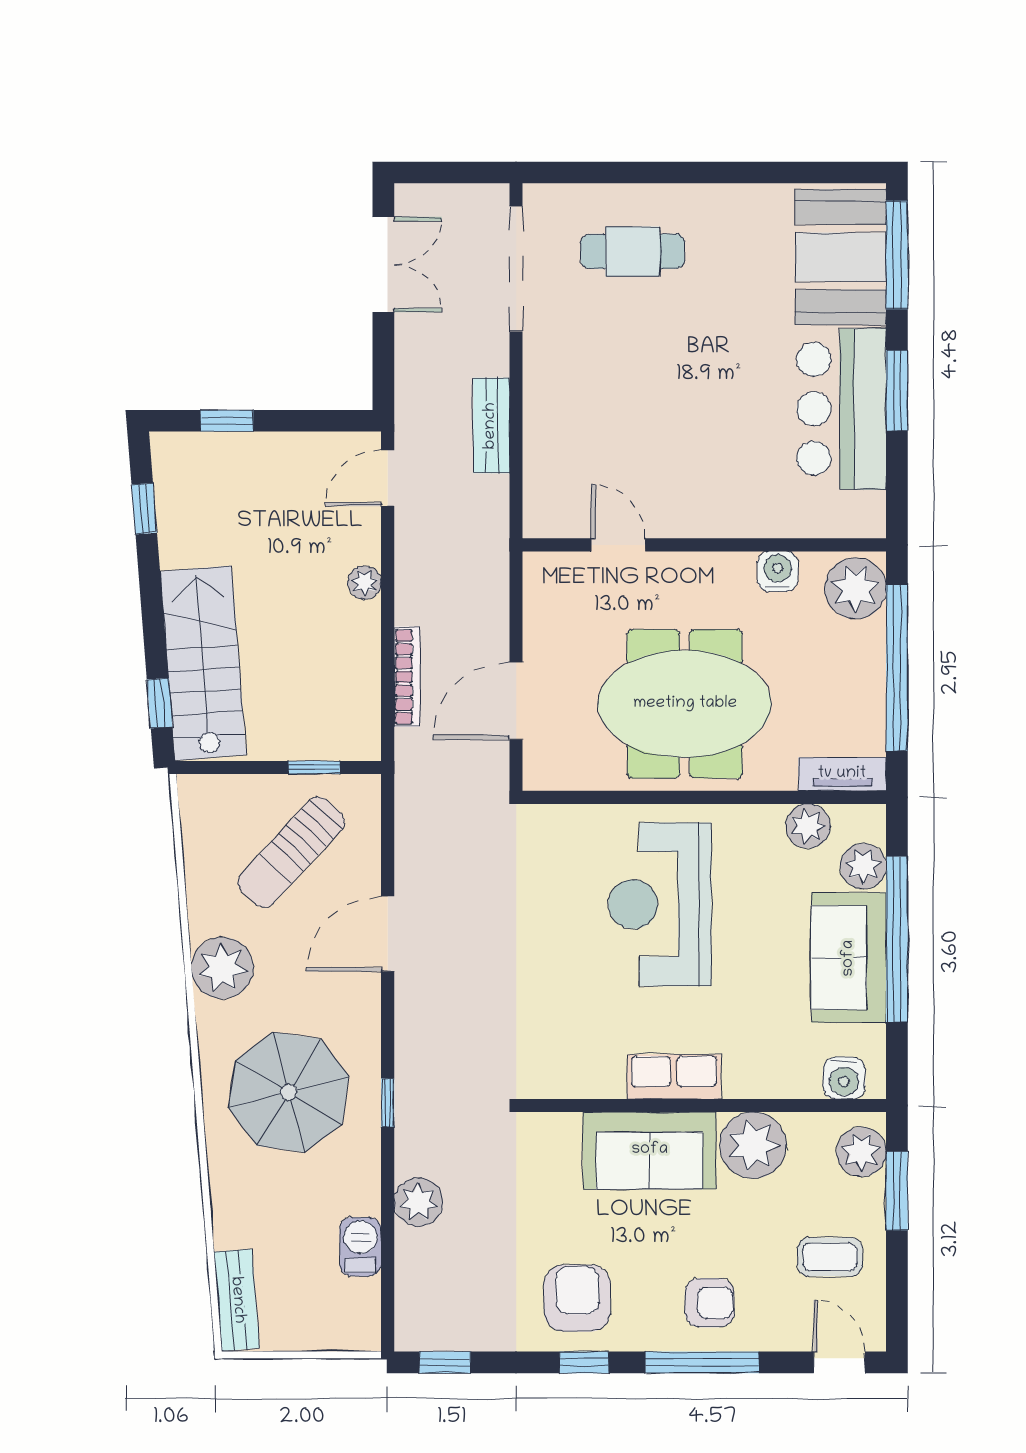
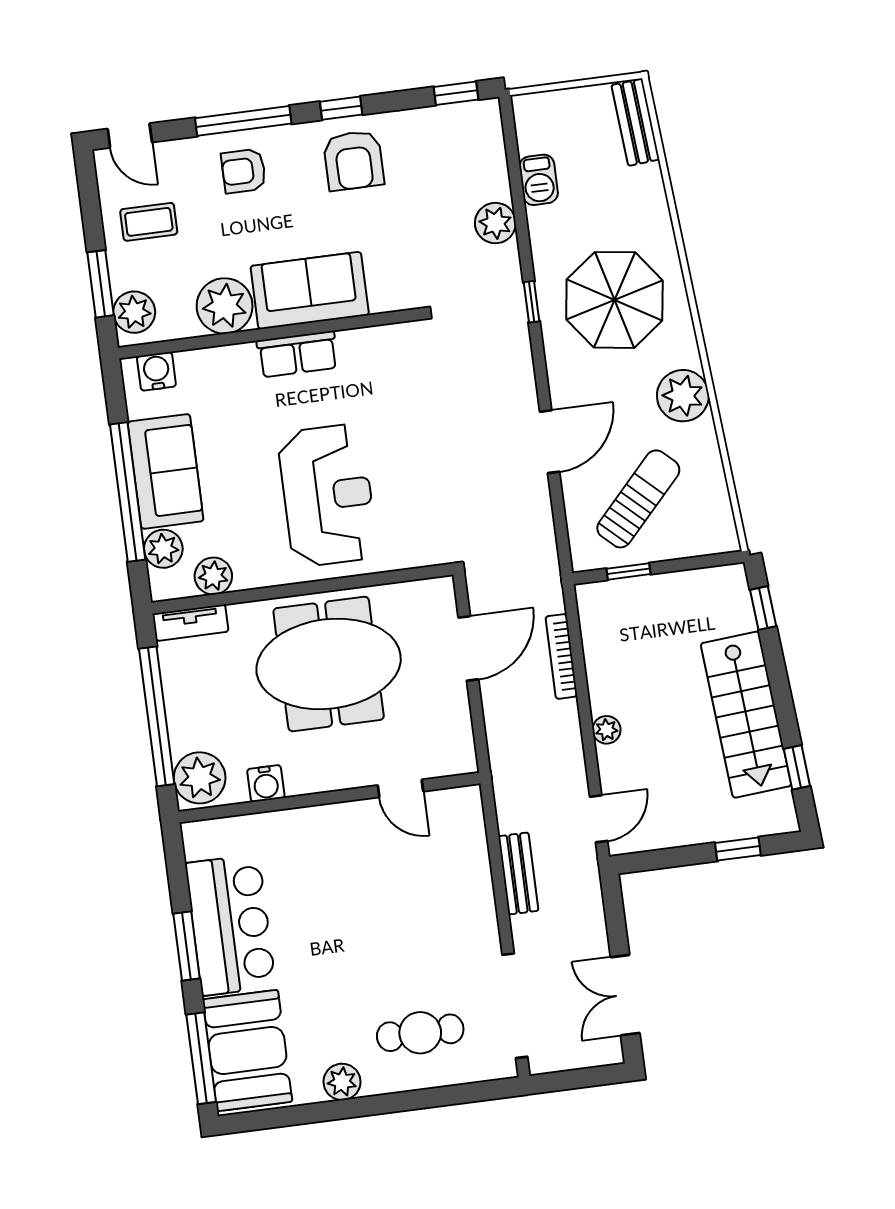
plant: (733, 205) -> (342, 1082), added
stairs: (203, 663) -> (746, 715), moved

